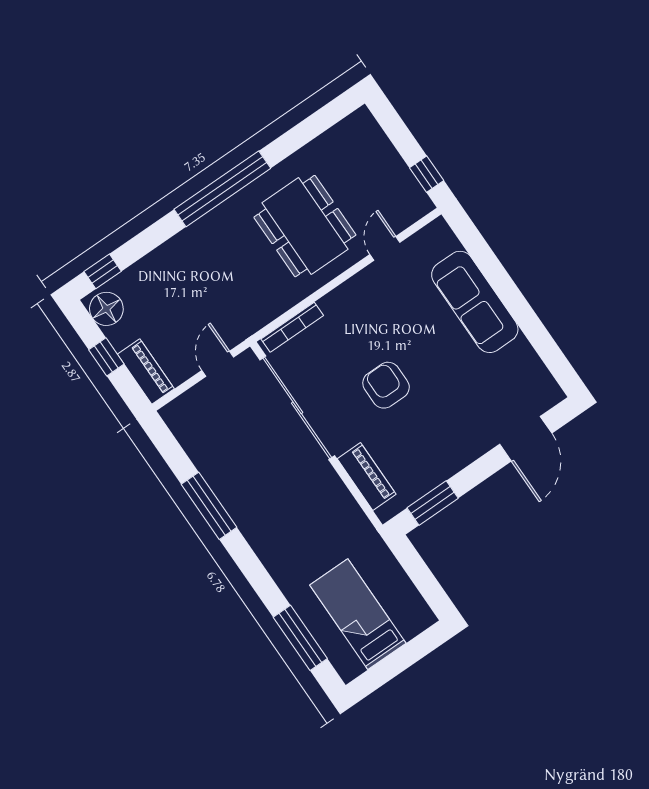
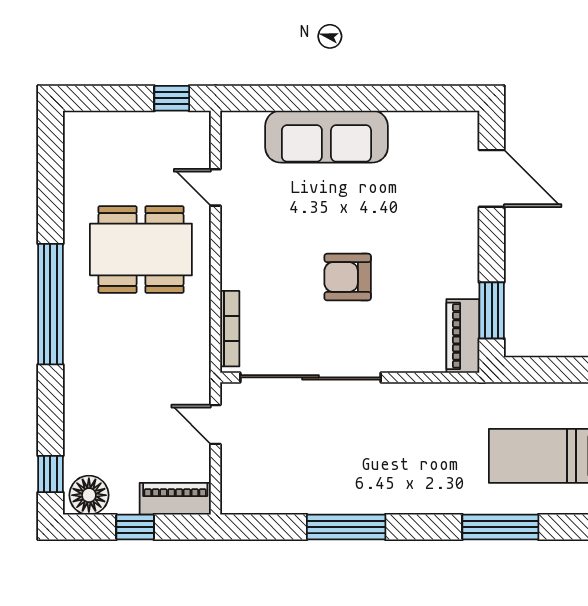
piano: (367, 477) -> (463, 336), moved, turned -90
window: (300, 638) -> (500, 527), moved

